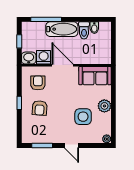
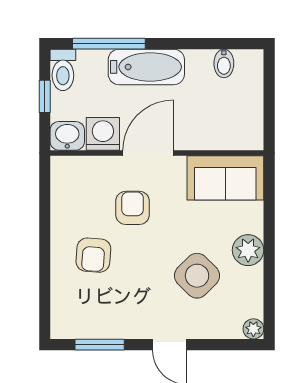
toilet: (84, 30) -> (63, 70), moved
door: (63, 65) -> (148, 153), hinge flipped
armchair: (38, 83) -> (133, 208), moved
window: (19, 103) -> (45, 243), removed
side table: (83, 117) -> (197, 276), turned 45

